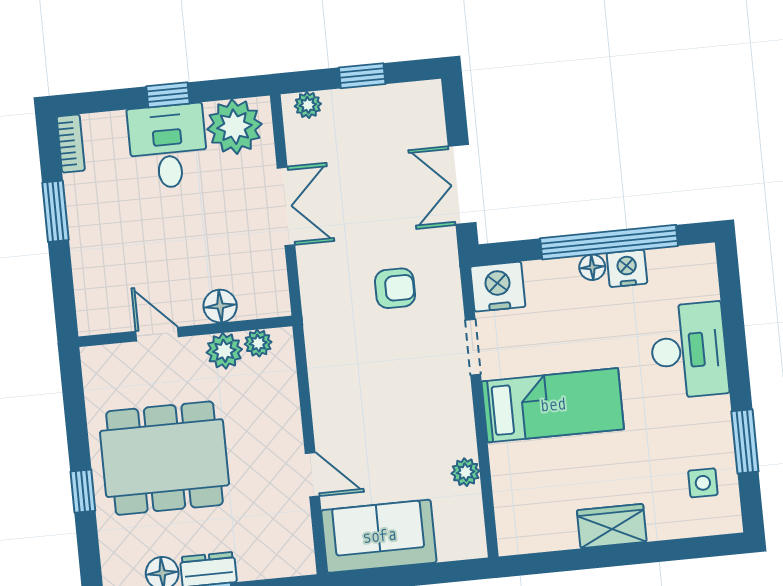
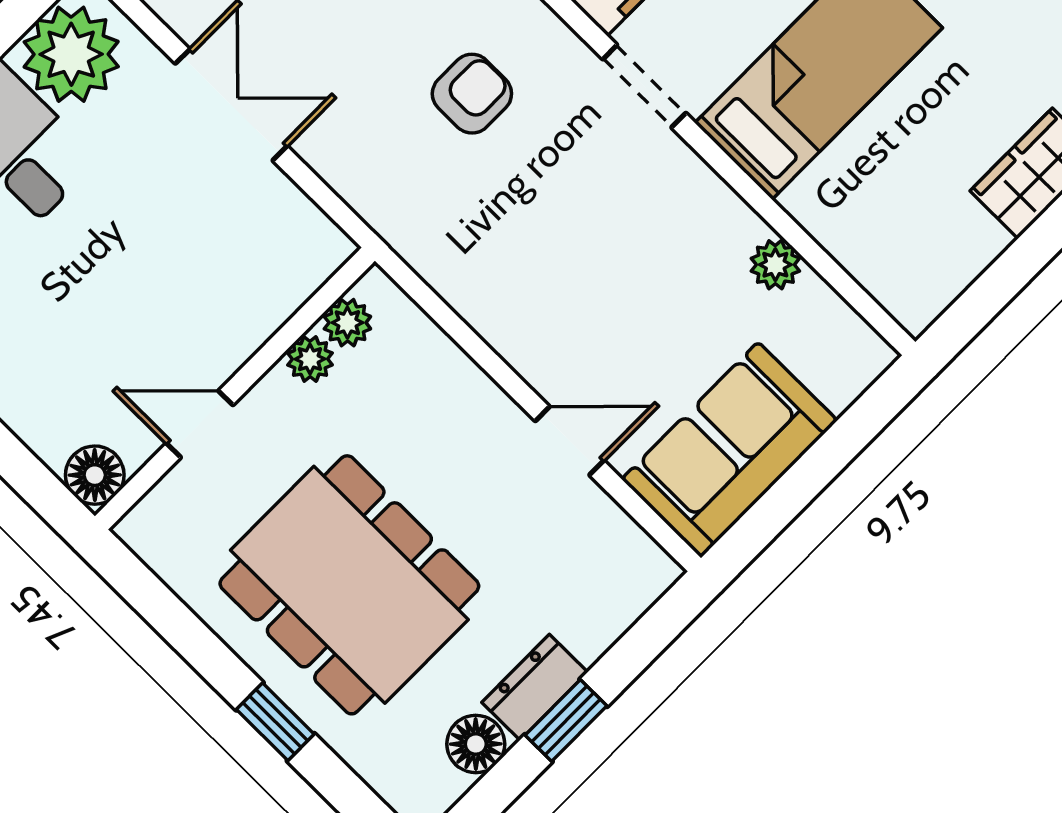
floor lamp: (220, 306) -> (95, 475), moved
plant: (224, 351) -> (310, 359), width x0.73, depth x0.73
dining table: (164, 458) -> (349, 585), turned 90

